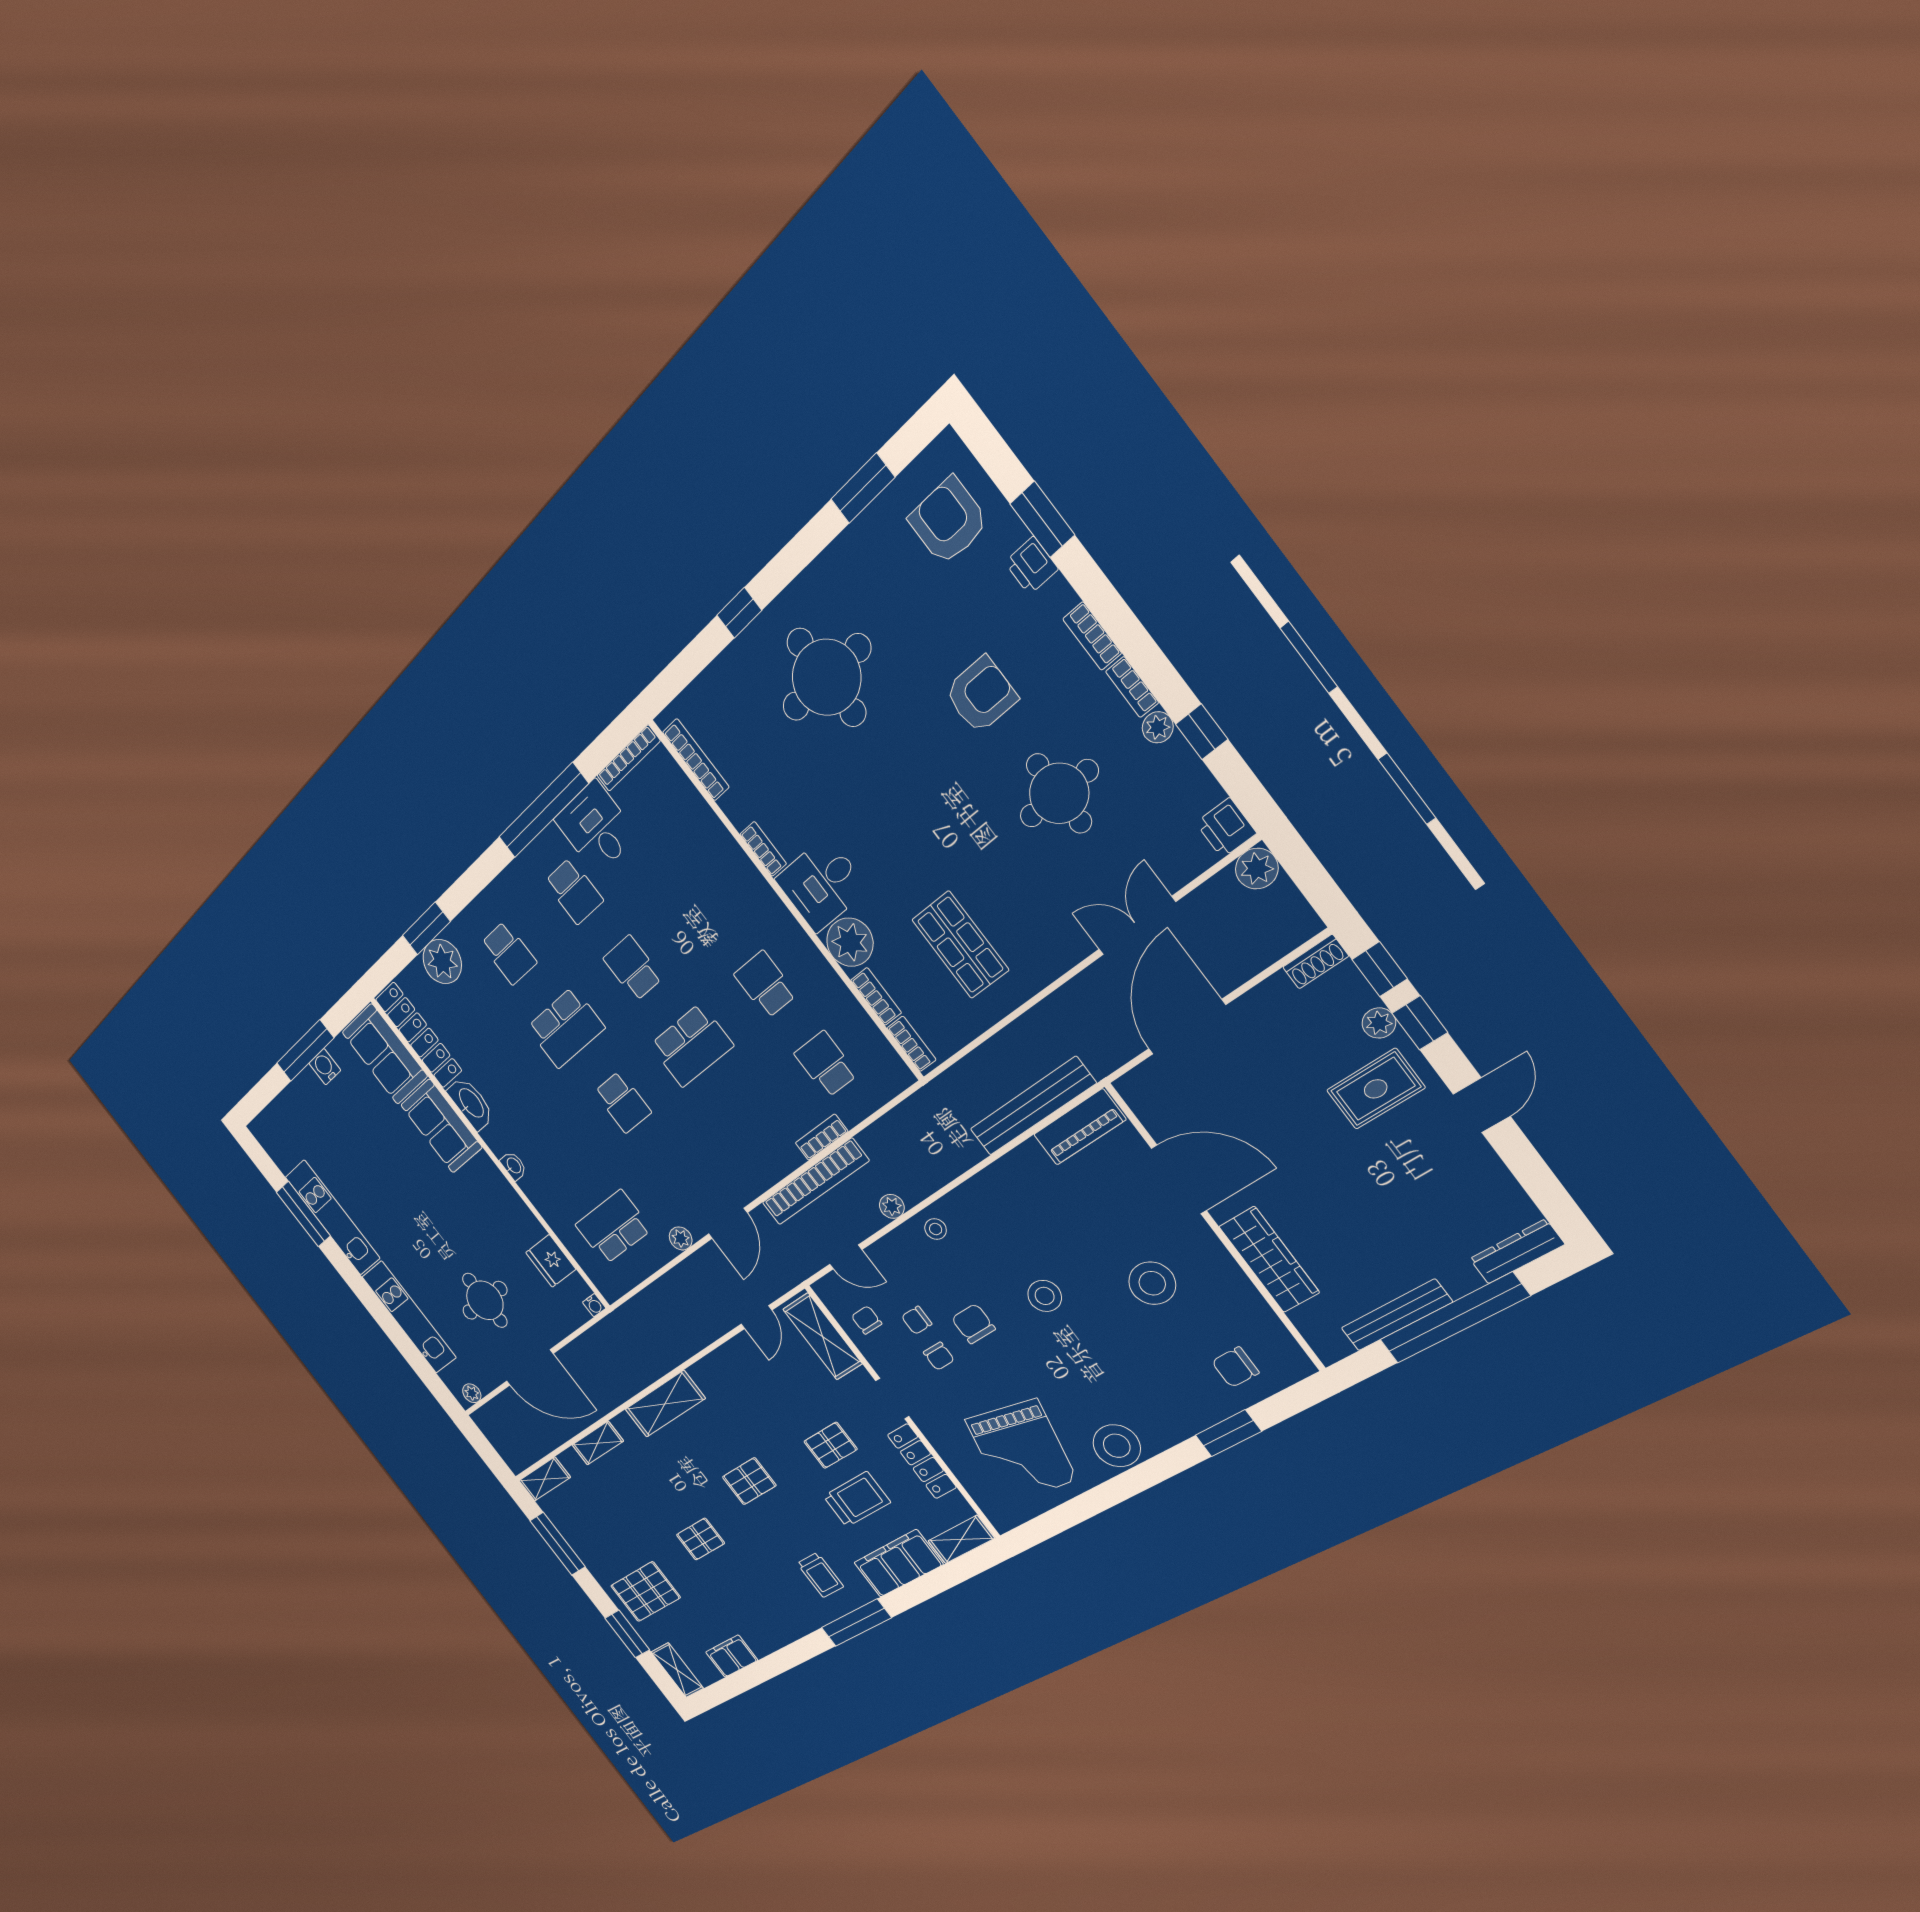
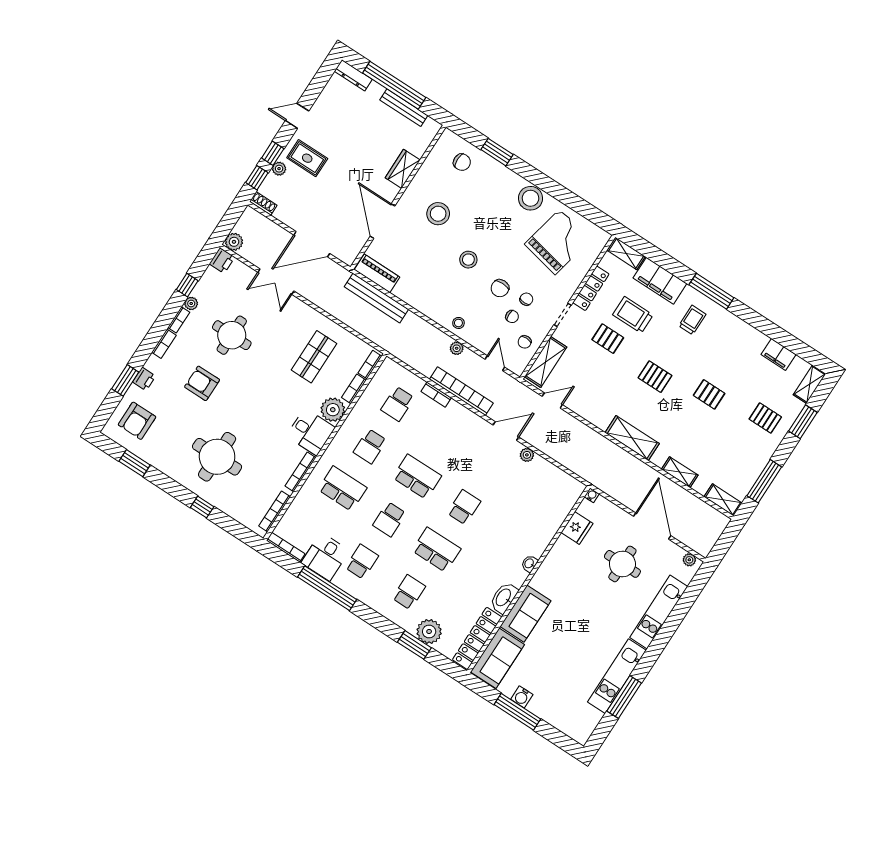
bookcase: (763, 849) -> (300, 472), width x1.56
school desk: (613, 1227) -> (342, 489), moved, turned 180
wardrobe: (1269, 1259) -> (403, 169), width x0.67
pallet: (645, 1592) -> (765, 418), width x0.67, depth x0.71

